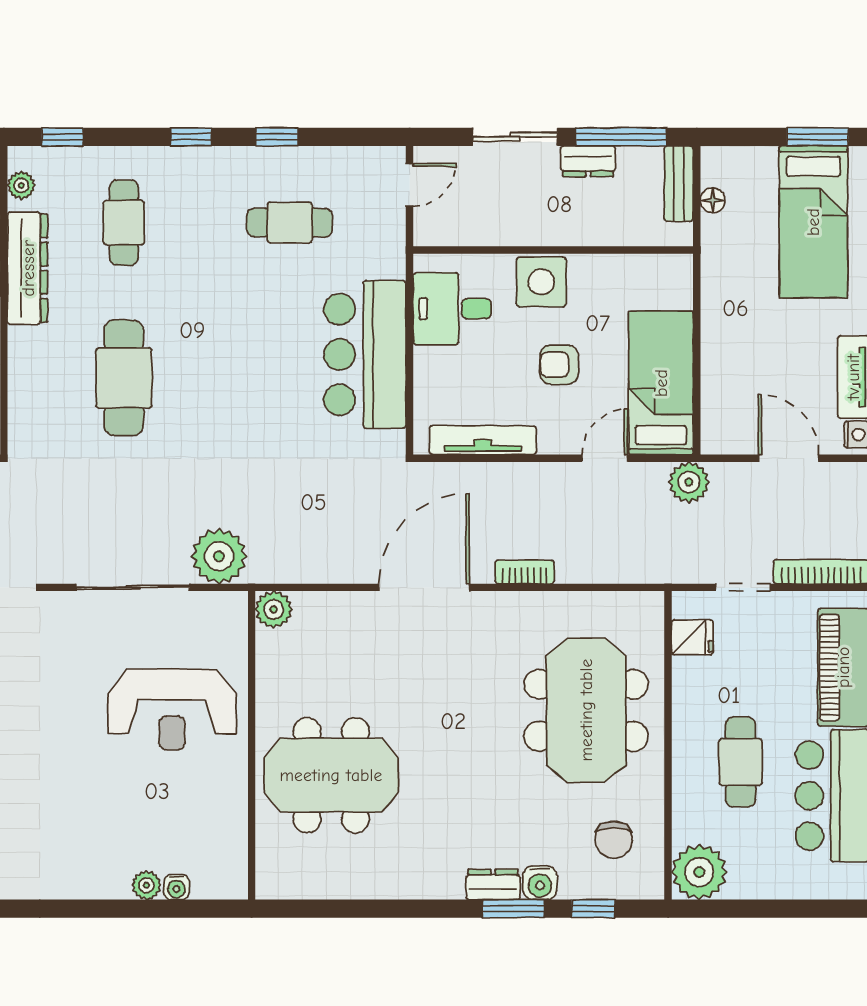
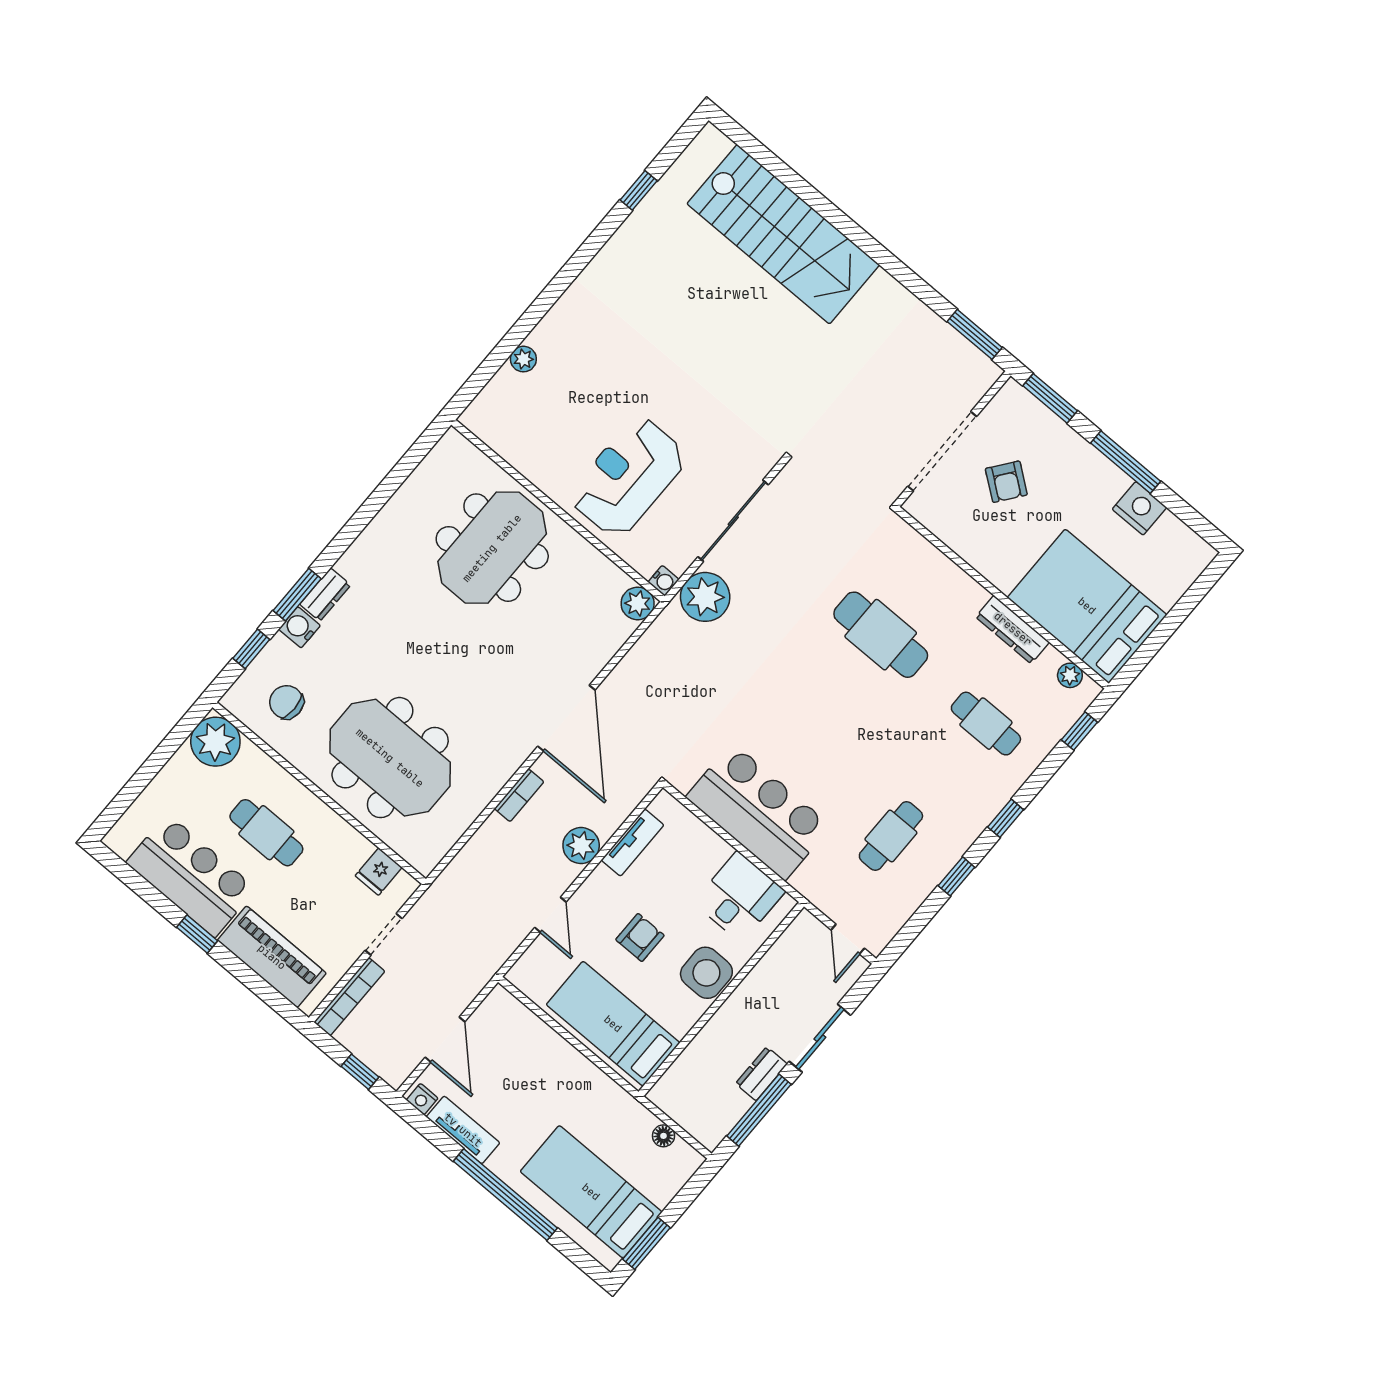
bench: (679, 184) -> (694, 1122), removed
dresser: (28, 268) -> (1013, 629), width x0.73, depth x0.80
bed: (661, 383) -> (613, 1024), moved, turned 180
tv unit: (483, 440) -> (633, 843), width x0.71
door: (789, 458) -> (445, 1040), hinge flipped
plant: (689, 482) -> (581, 846), moved
water cooler: (177, 887) -> (664, 581), moved, turned 180

